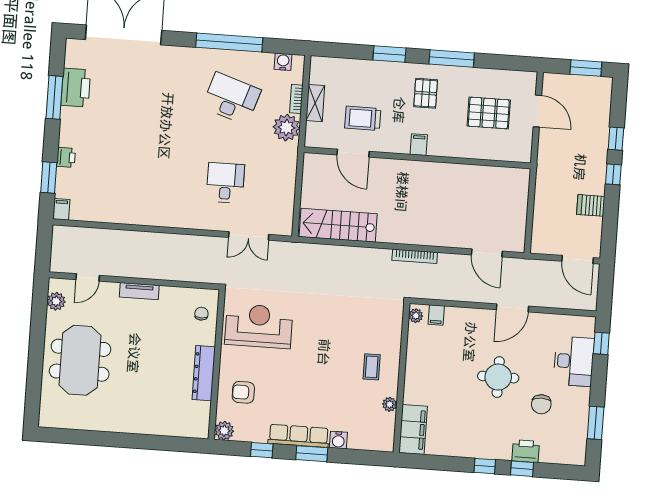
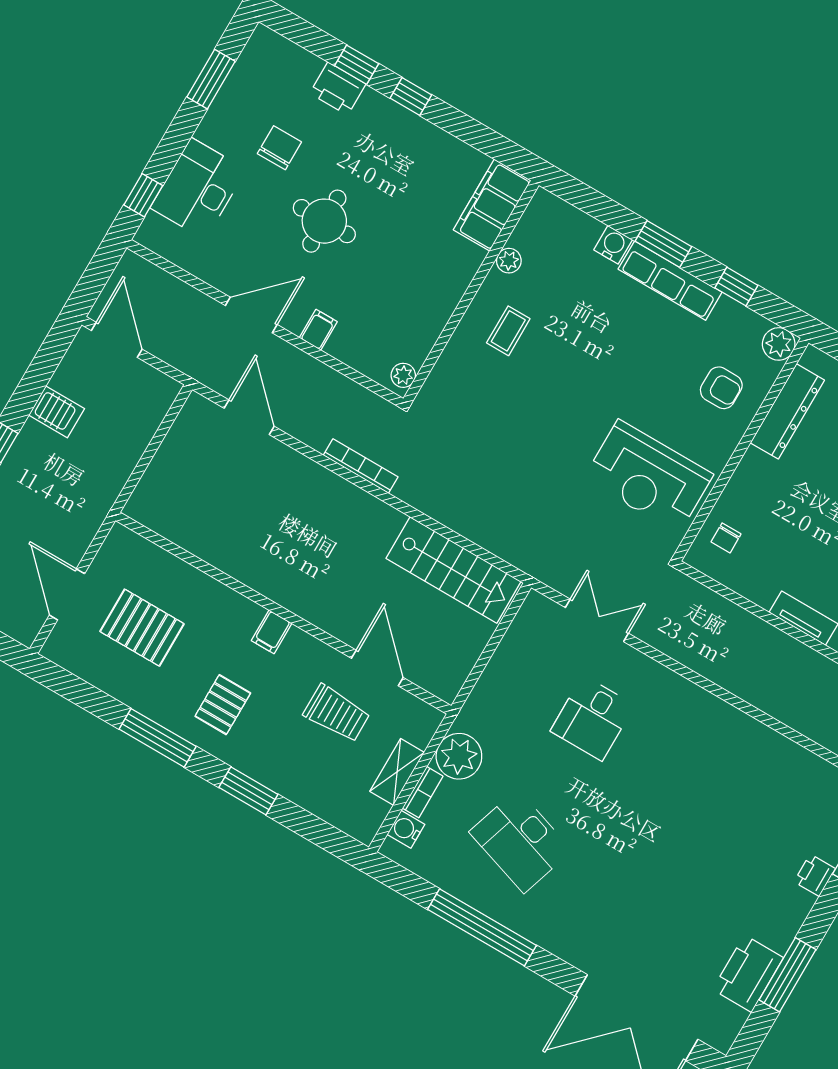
water cooler: (283, 62) -> (406, 829), moved, turned 90
filing cabinet: (436, 315) -> (318, 330), moved
dresser: (204, 373) -> (787, 411), moved

